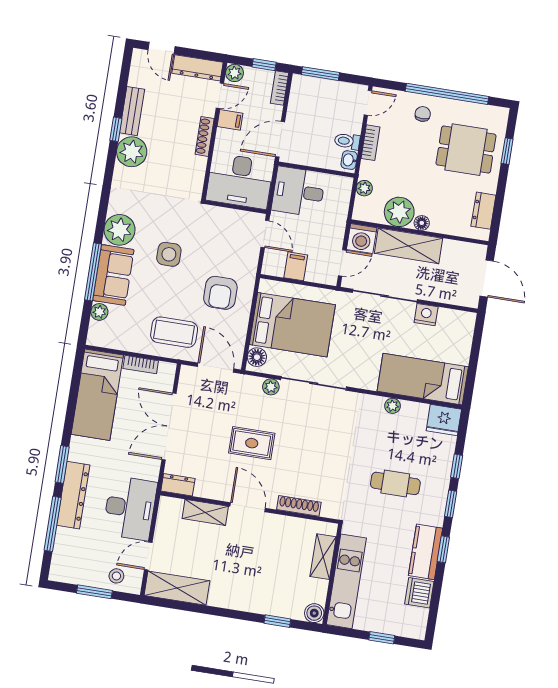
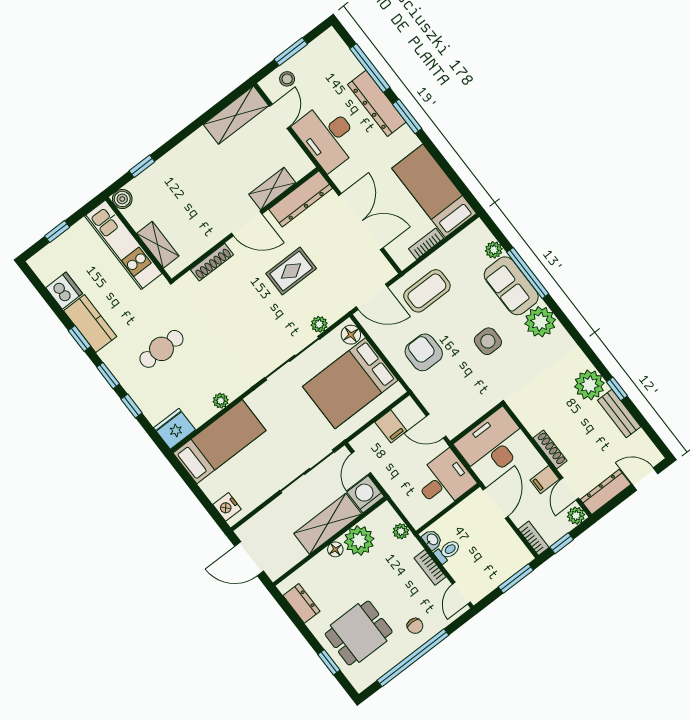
nightstand: (426, 315) -> (227, 507), moved, turned 90
dresser: (178, 485) -> (301, 199), width x1.96, depth x1.24

